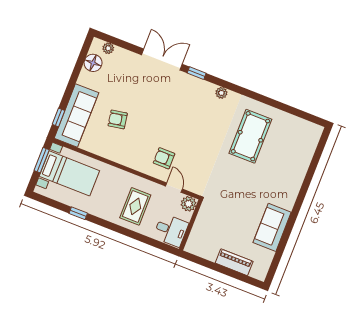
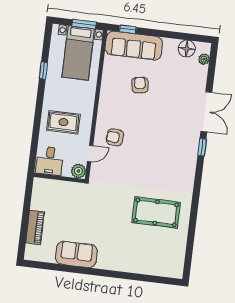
plant: (221, 93) -> (189, 175), removed
armchair: (164, 158) -> (115, 137), turned -85

